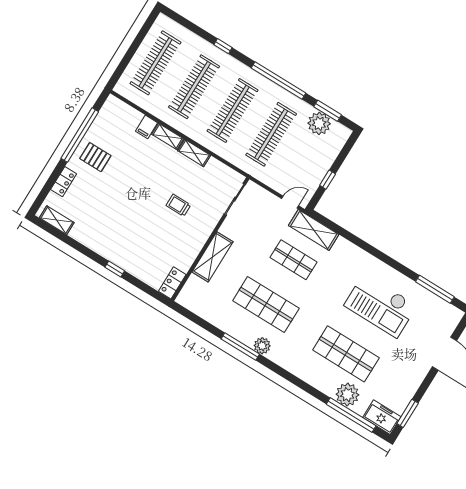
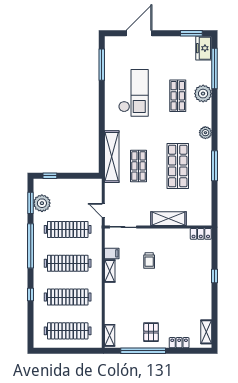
filing cabinet: (147, 127) -> (112, 253), moved
shelving: (168, 137) -> (110, 335), moved
window: (328, 180) -> (50, 176), moved
door: (290, 202) -> (103, 210), moved
shelving: (314, 230) -> (112, 157), width x1.47
plant: (262, 346) -> (205, 133), moved
shop shelf: (346, 354) -> (178, 96), width x0.70, depth x0.74
plant: (347, 395) -> (203, 94), moved

